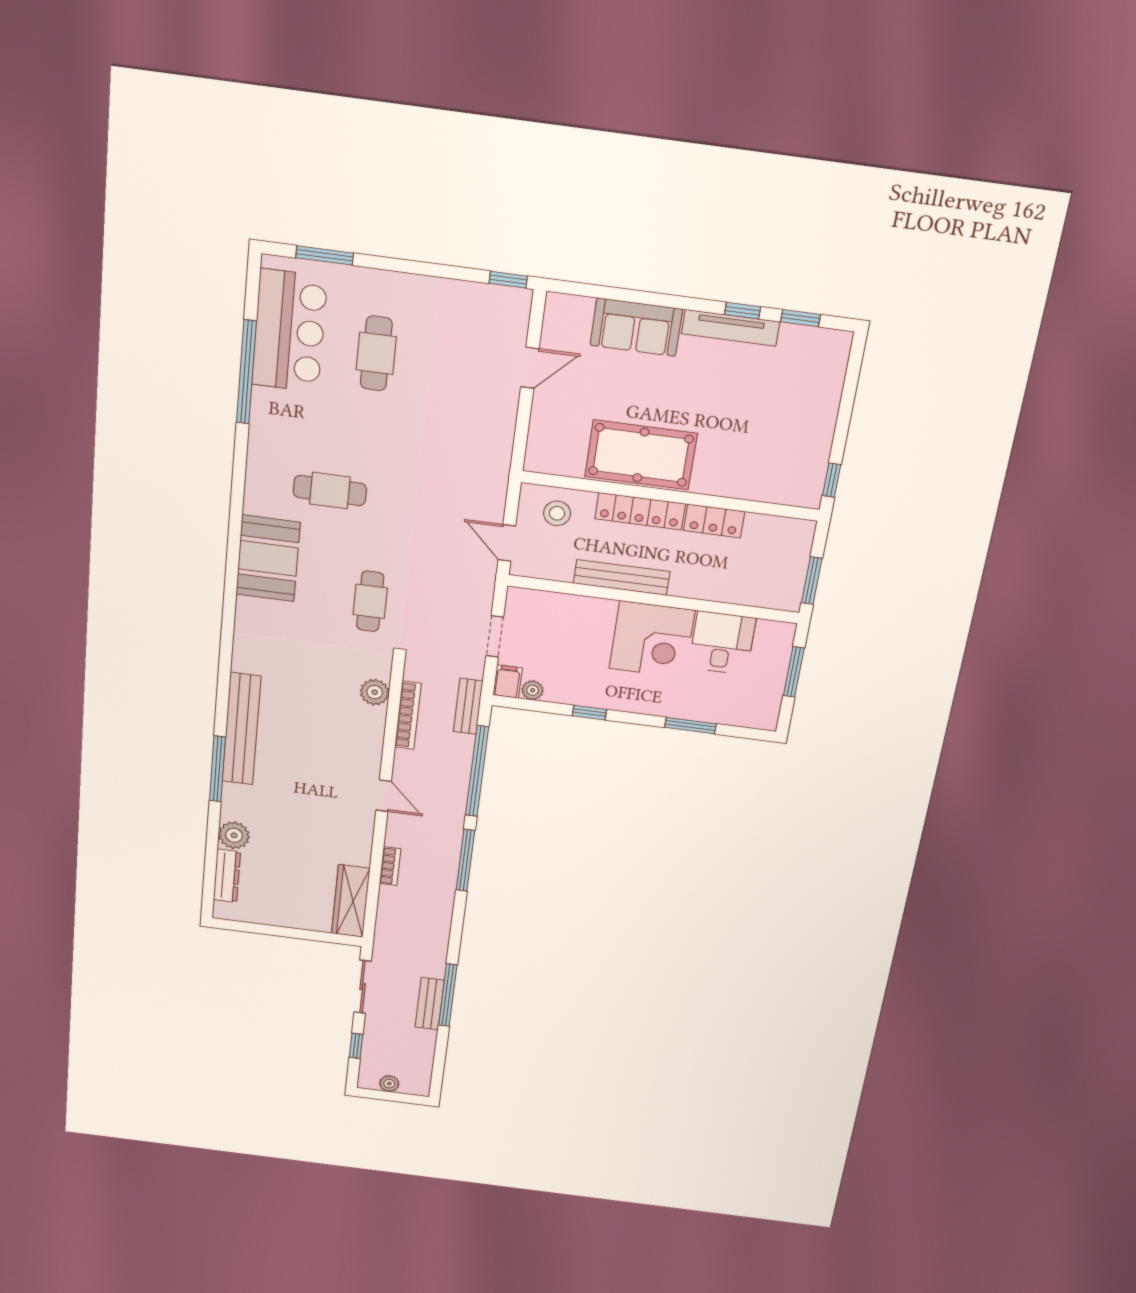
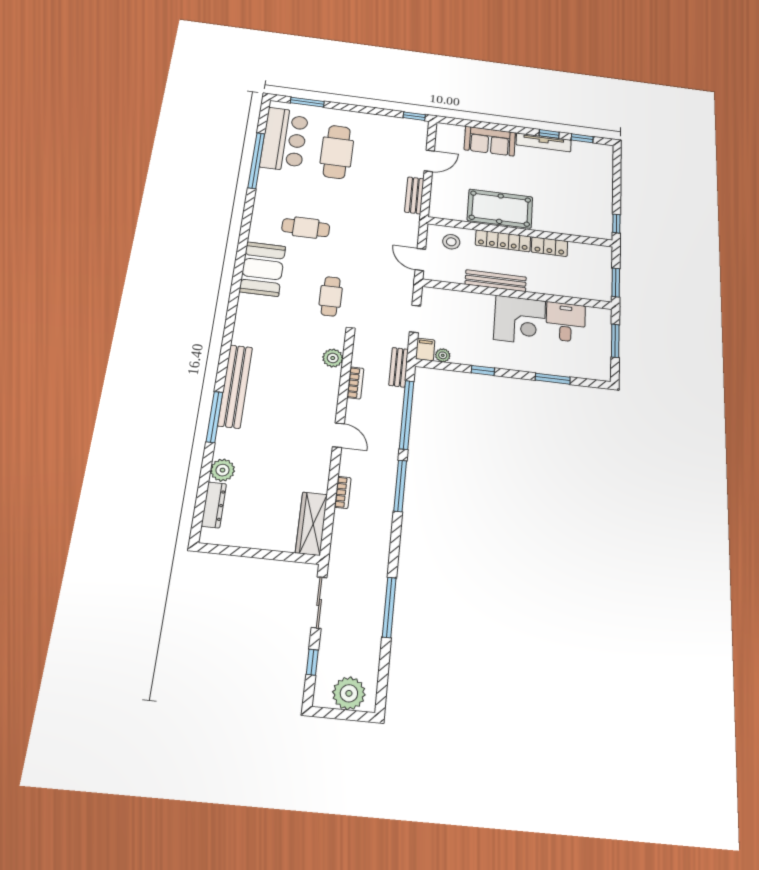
cafe table: (376, 353) -> (337, 152), width x1.37, depth x1.35
bookcase: (408, 715) -> (355, 383), width x0.64
bench: (430, 1004) -> (414, 195), moved
plant: (389, 1084) -> (349, 693), width x1.88, depth x1.88

